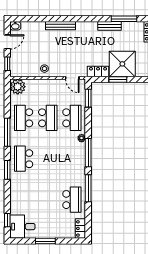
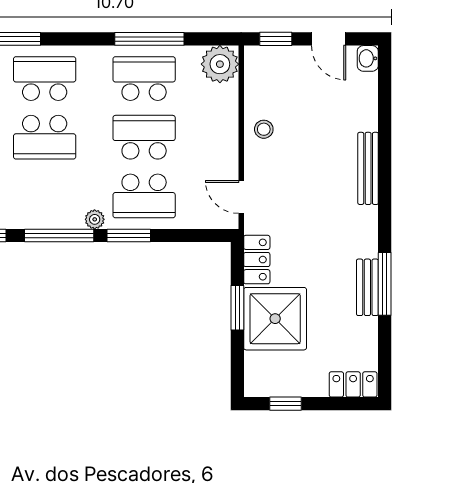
window: (124, 19) -> (385, 284), moved
door: (72, 78) -> (241, 197), hinge flipped
window: (88, 98) -> (129, 235), moved
school desk: (48, 118) -> (144, 137), turned 180
window: (7, 132) -> (149, 39), moved
school desk: (48, 159) -> (45, 137), added

